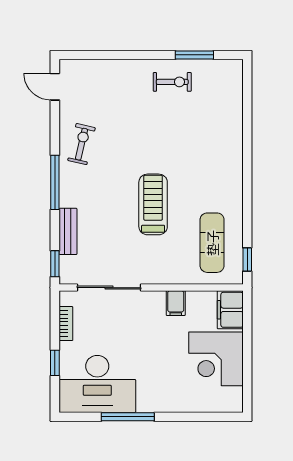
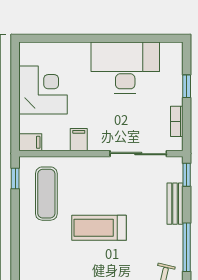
treadmill: (153, 204) -> (99, 228), turned 90
filing cabinet: (230, 310) -> (30, 142), width x0.50
desk: (97, 384) -> (125, 68), moved
window: (128, 417) -> (122, 38), removed

